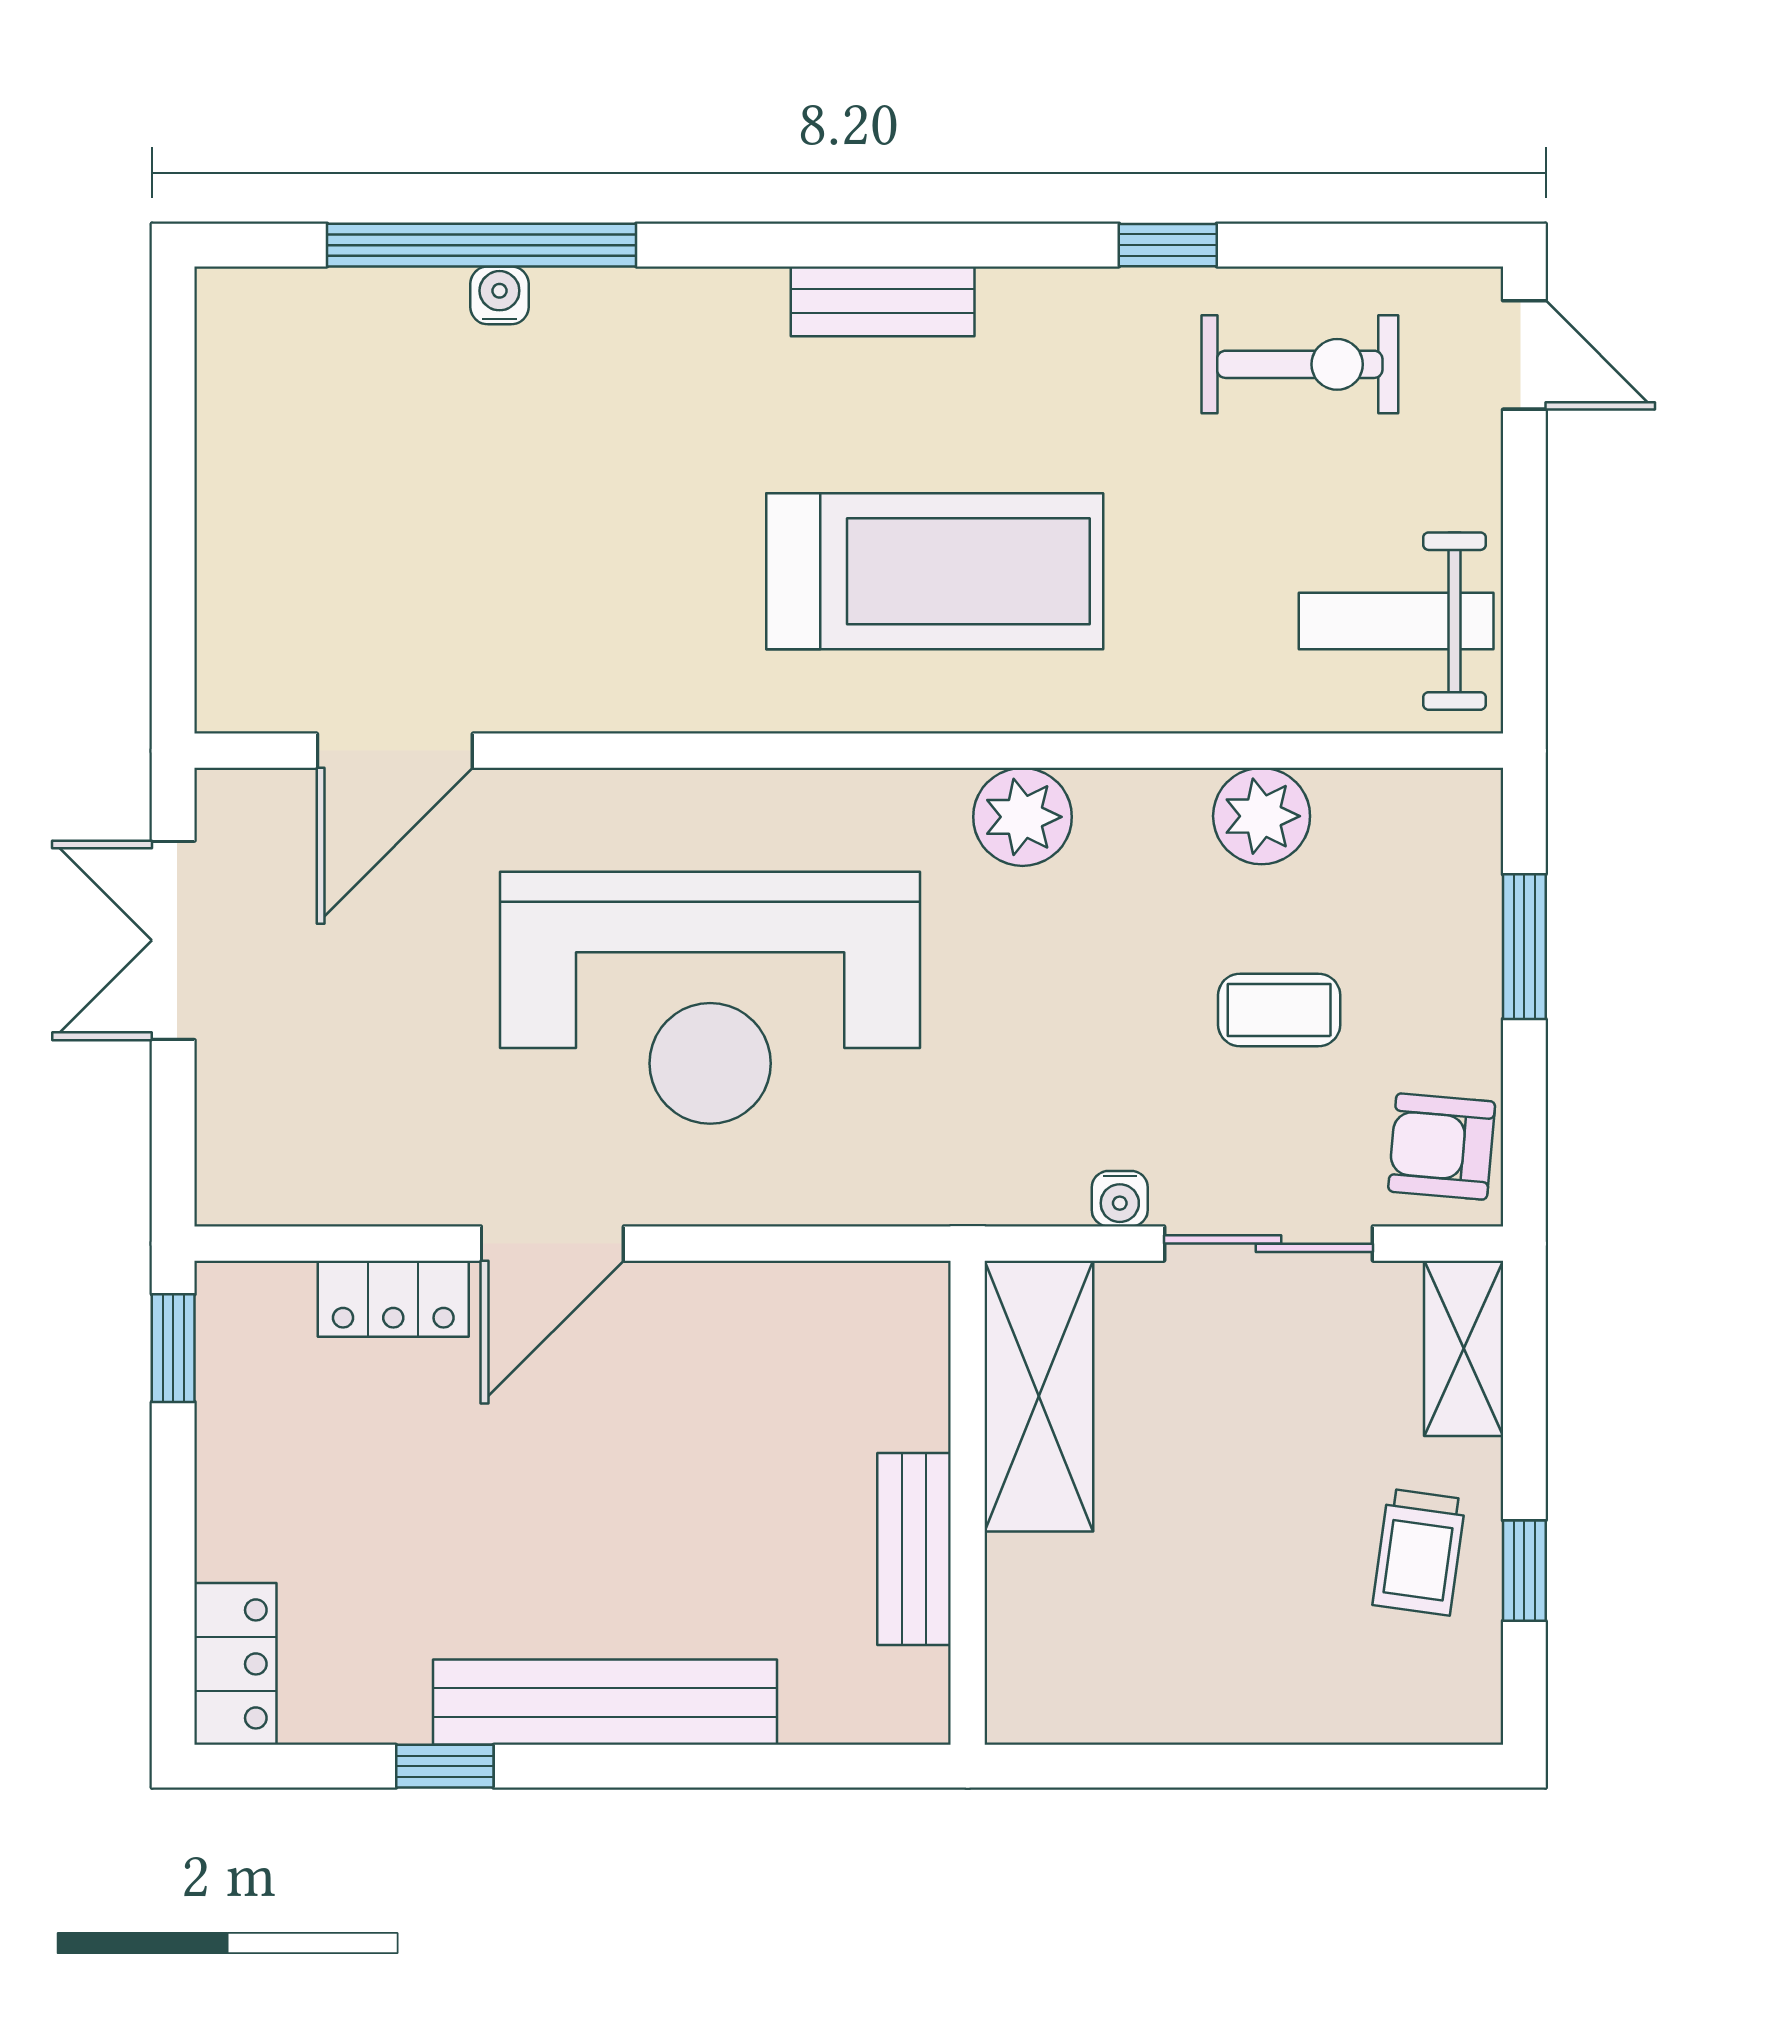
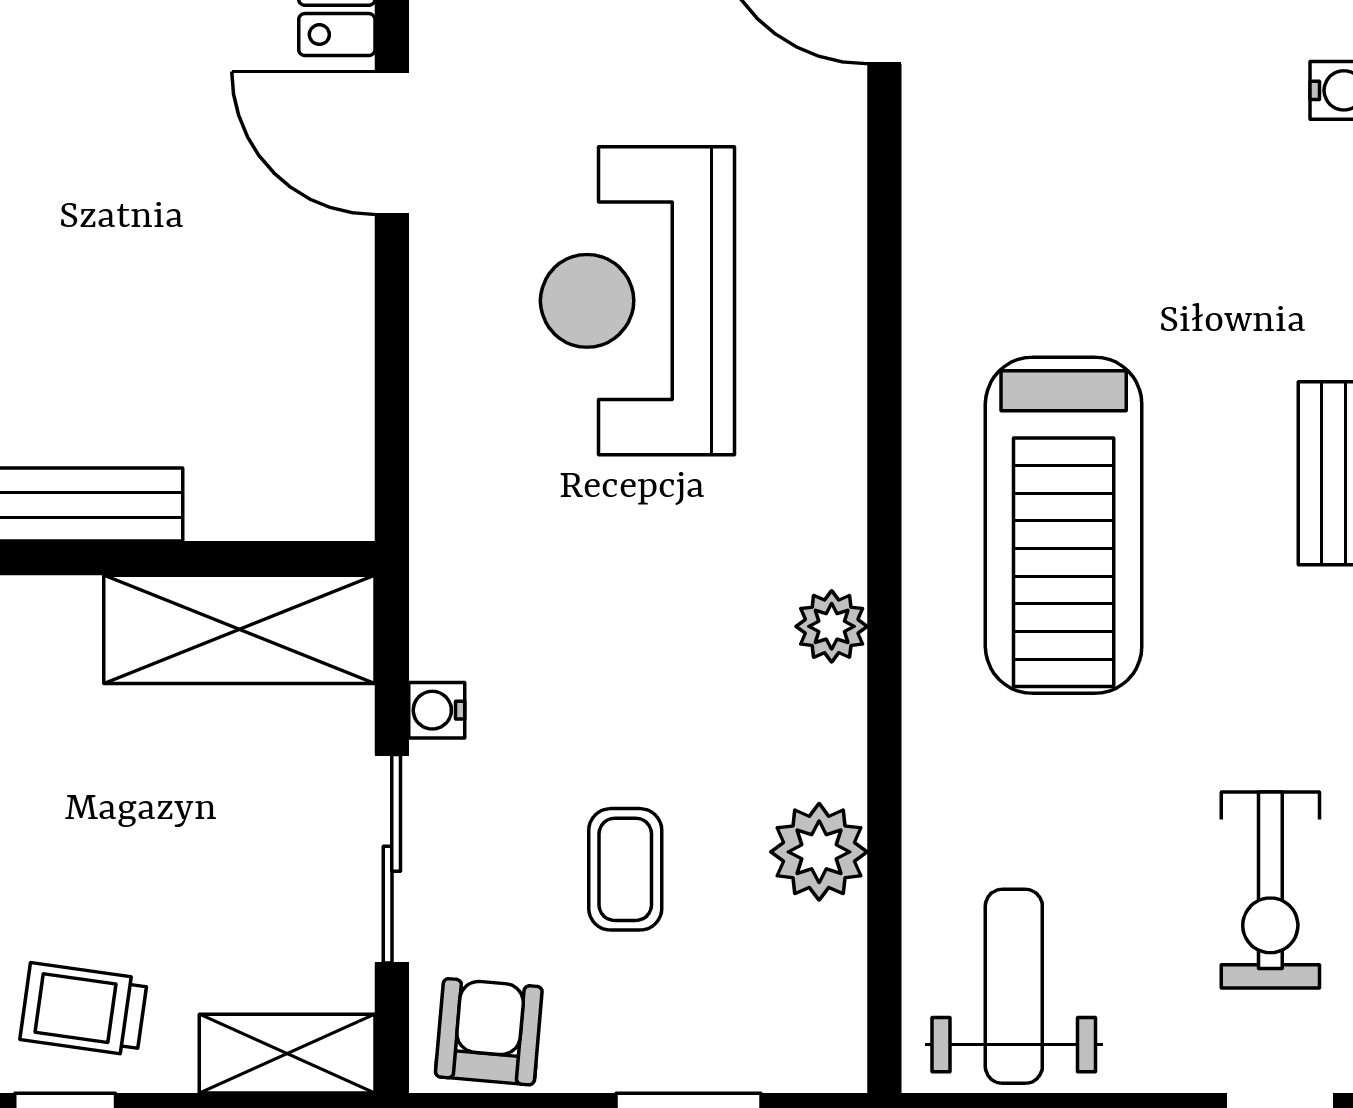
plant: (1022, 817) -> (832, 626), width x0.73, depth x0.73
reception desk: (710, 998) -> (637, 301), width x0.74, depth x0.77

